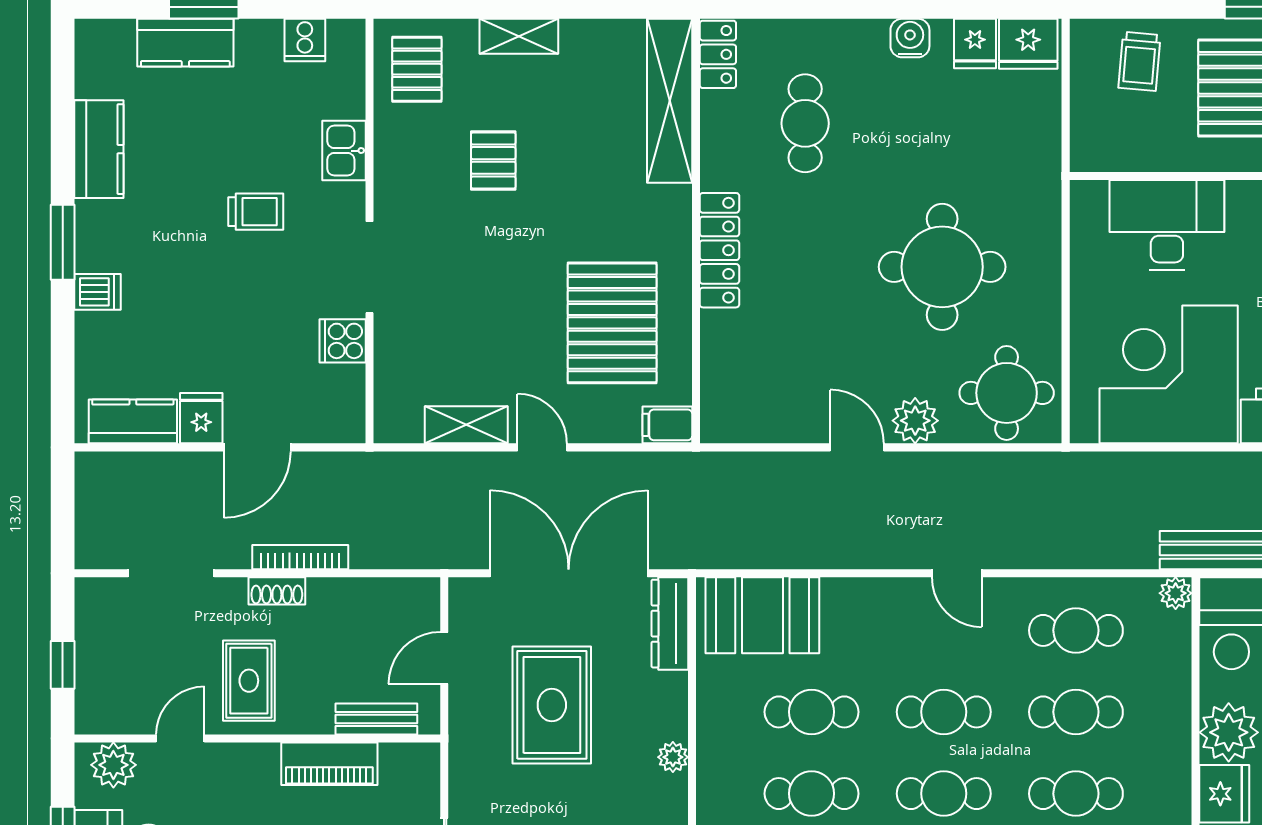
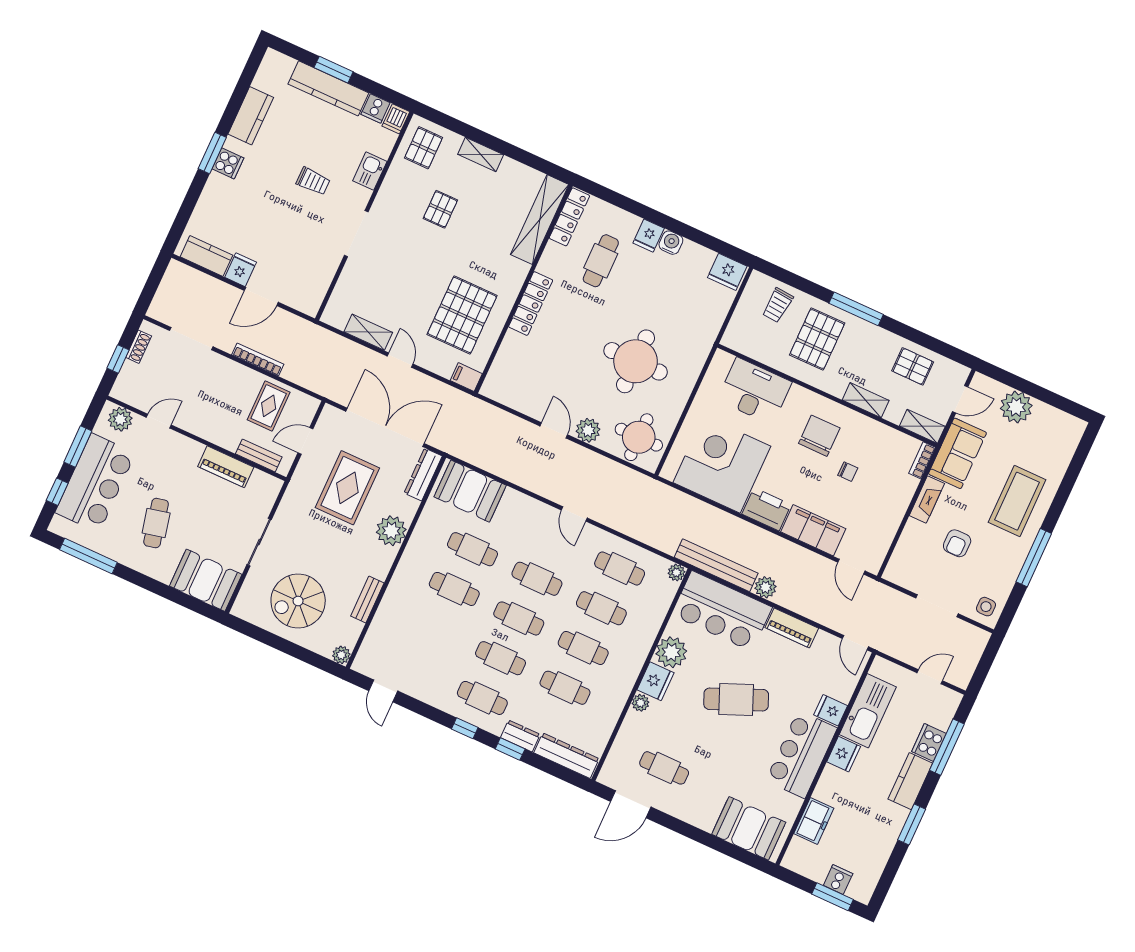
kitchen counter: (185, 43) -> (328, 88), width x1.50
fridge: (975, 44) -> (649, 236), moved
locker: (718, 54) -> (569, 217), width x1.53
dishwasher: (98, 292) -> (396, 119), moved, turned 90
cooker: (343, 341) -> (228, 163), moved, turned 180
shoe rack: (277, 591) -> (139, 347), moved, turned -90
rug: (249, 681) -> (269, 406), moved
plant: (673, 757) -> (391, 531), width x1.87, depth x1.87

